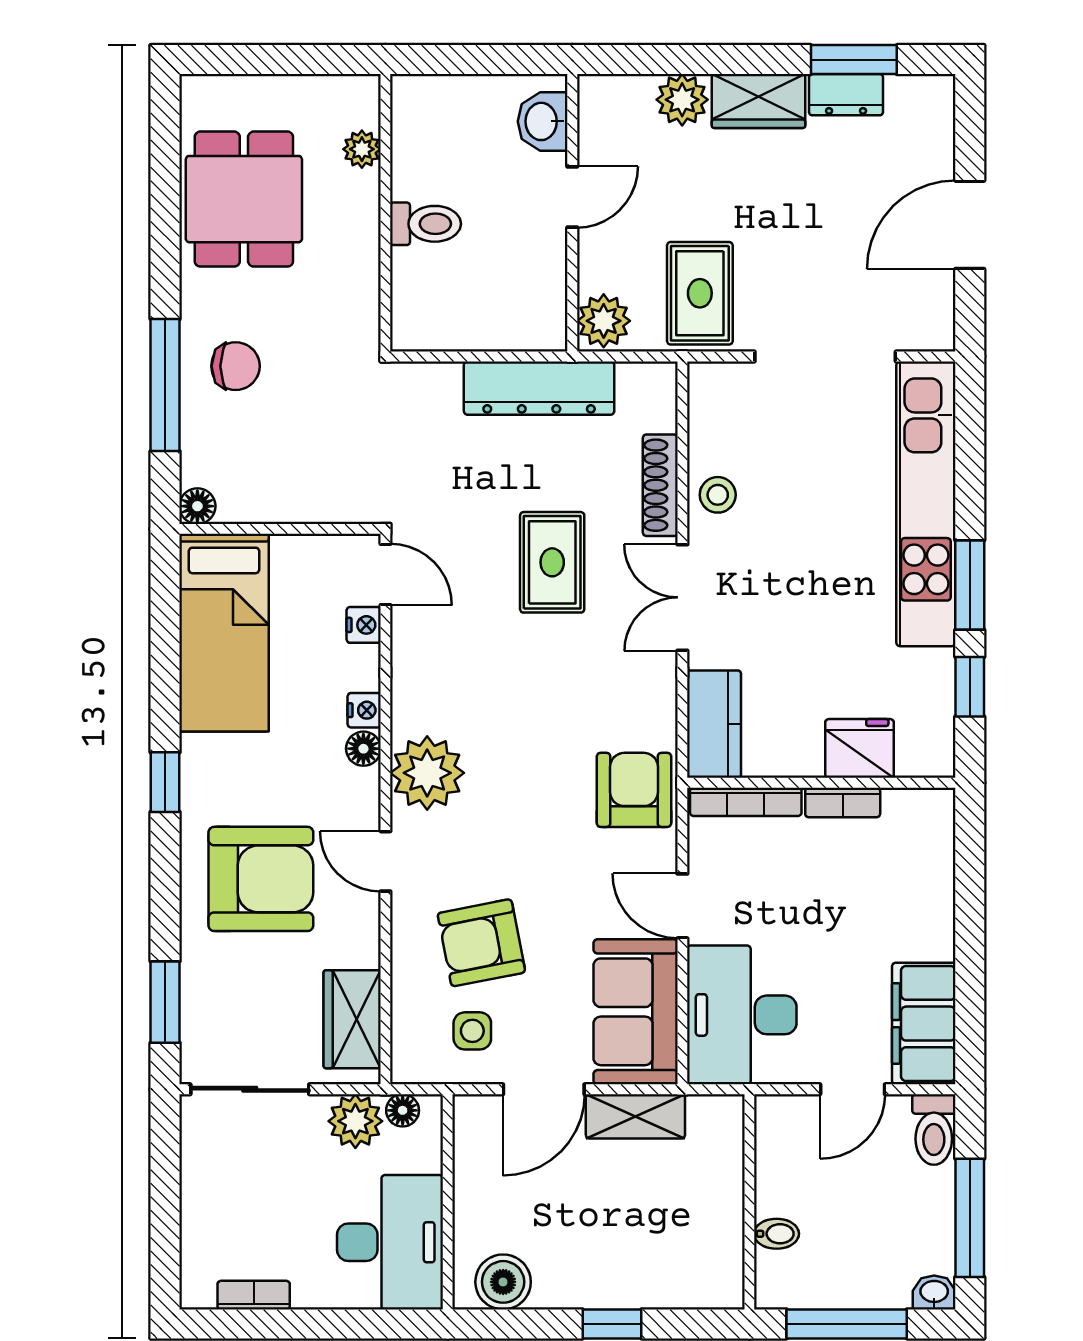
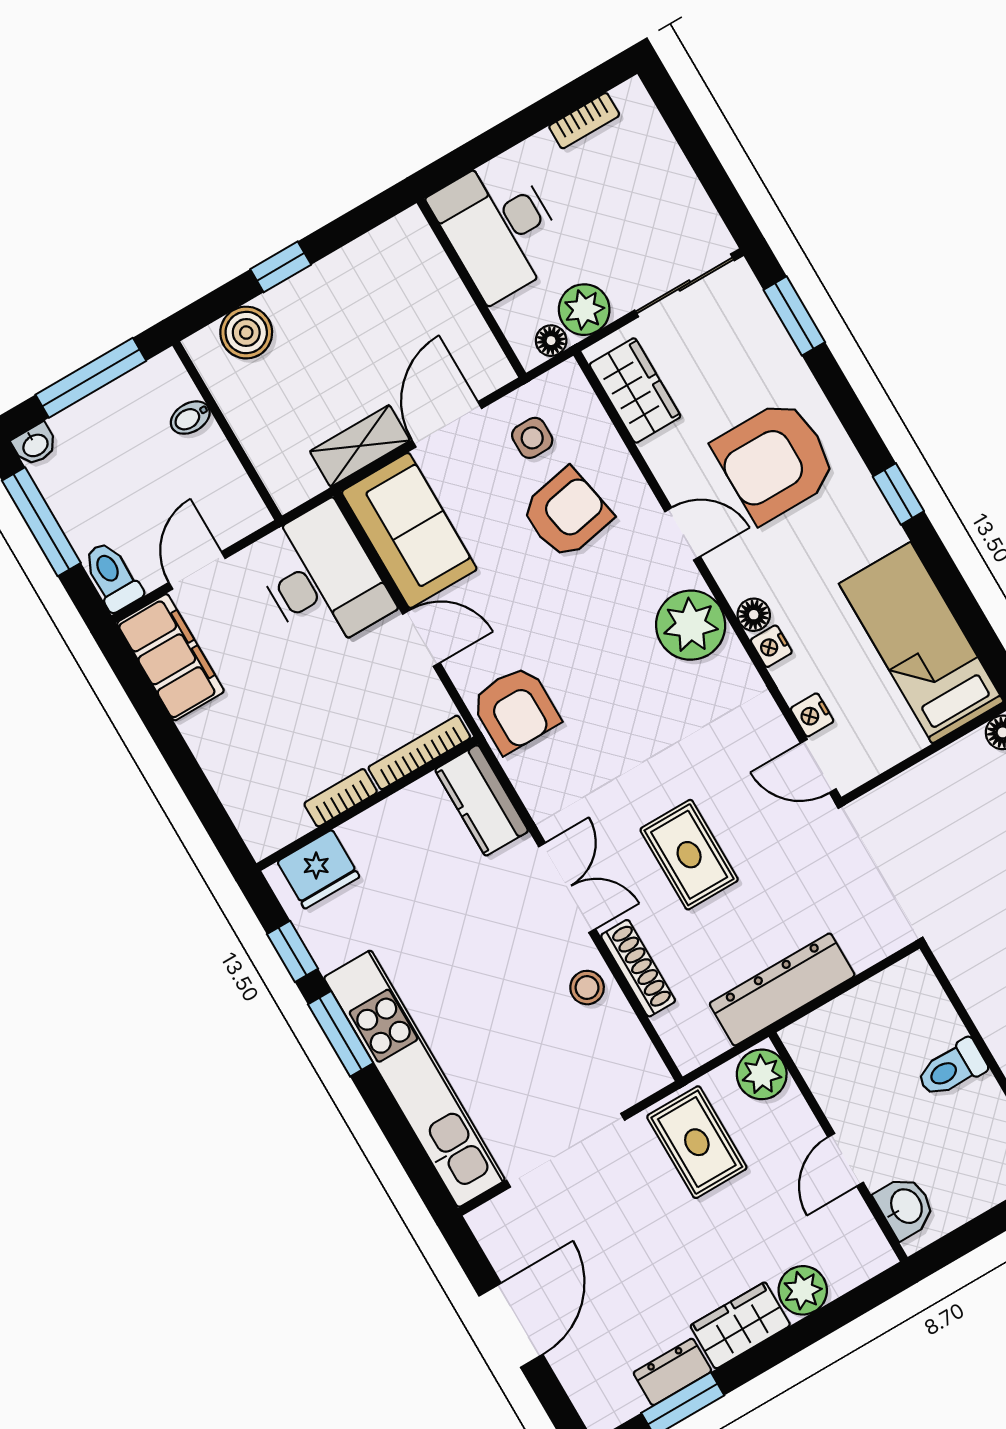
fridge: (859, 748) -> (318, 869), moved
boiler: (503, 1282) -> (246, 333), moved

